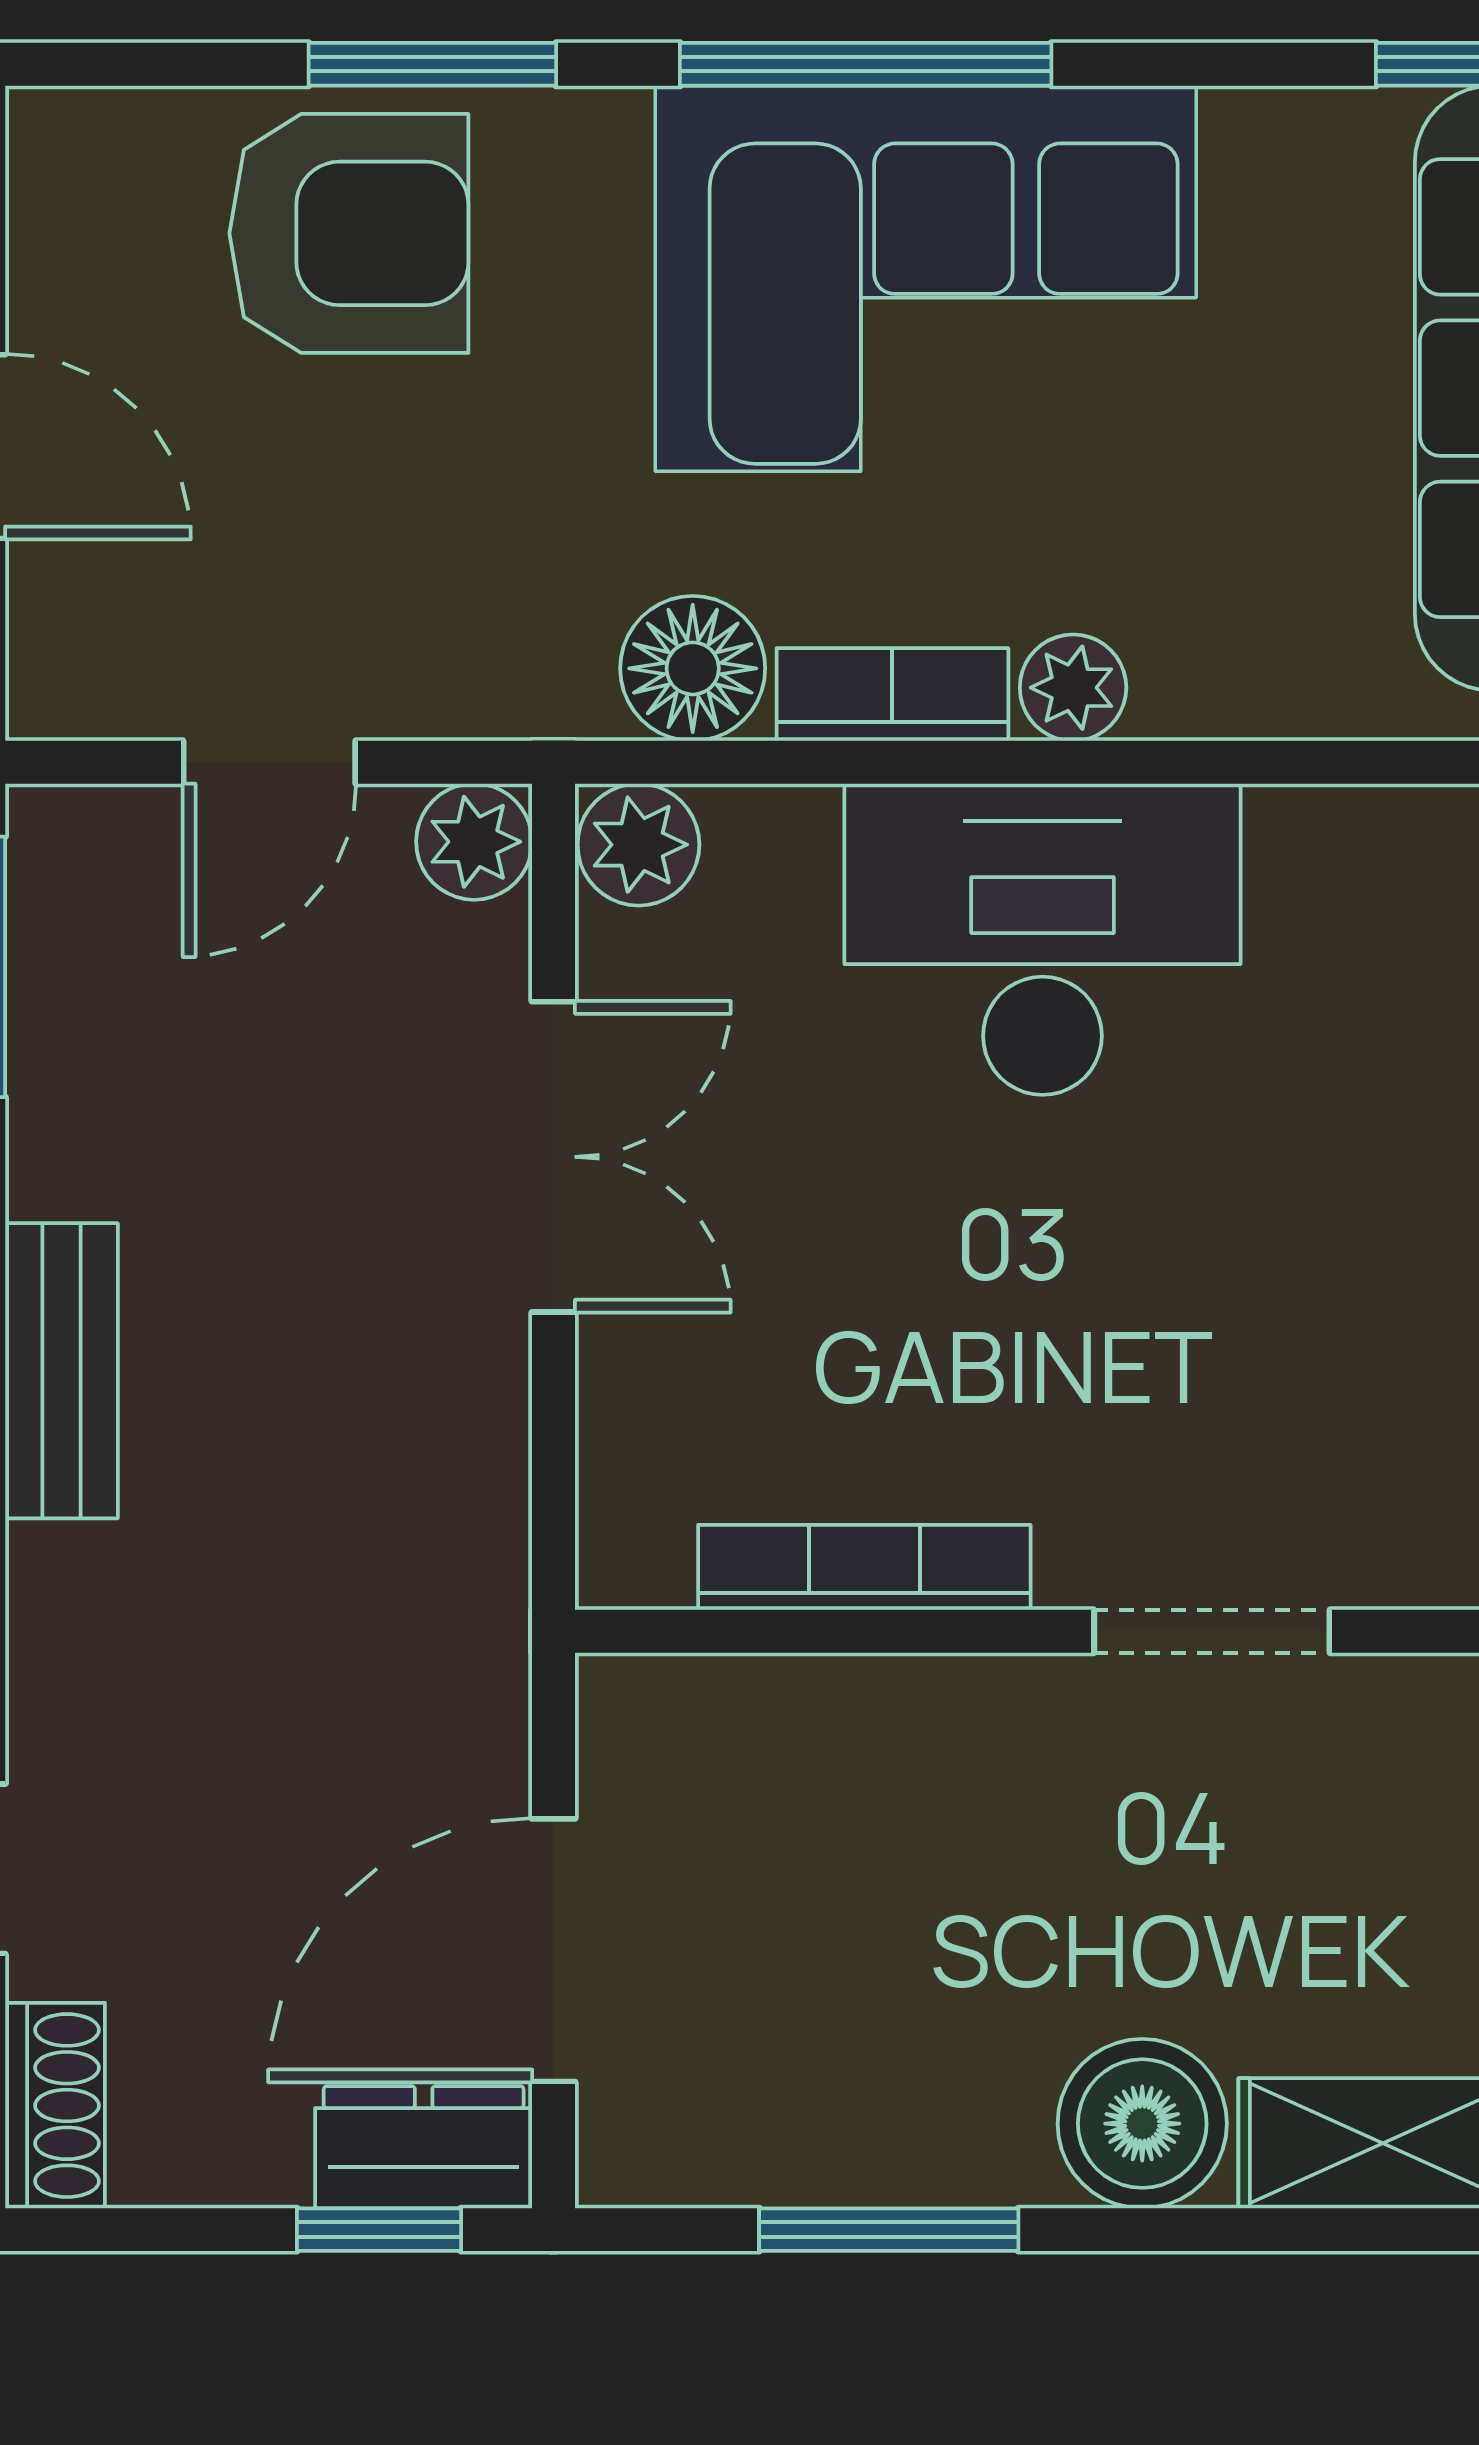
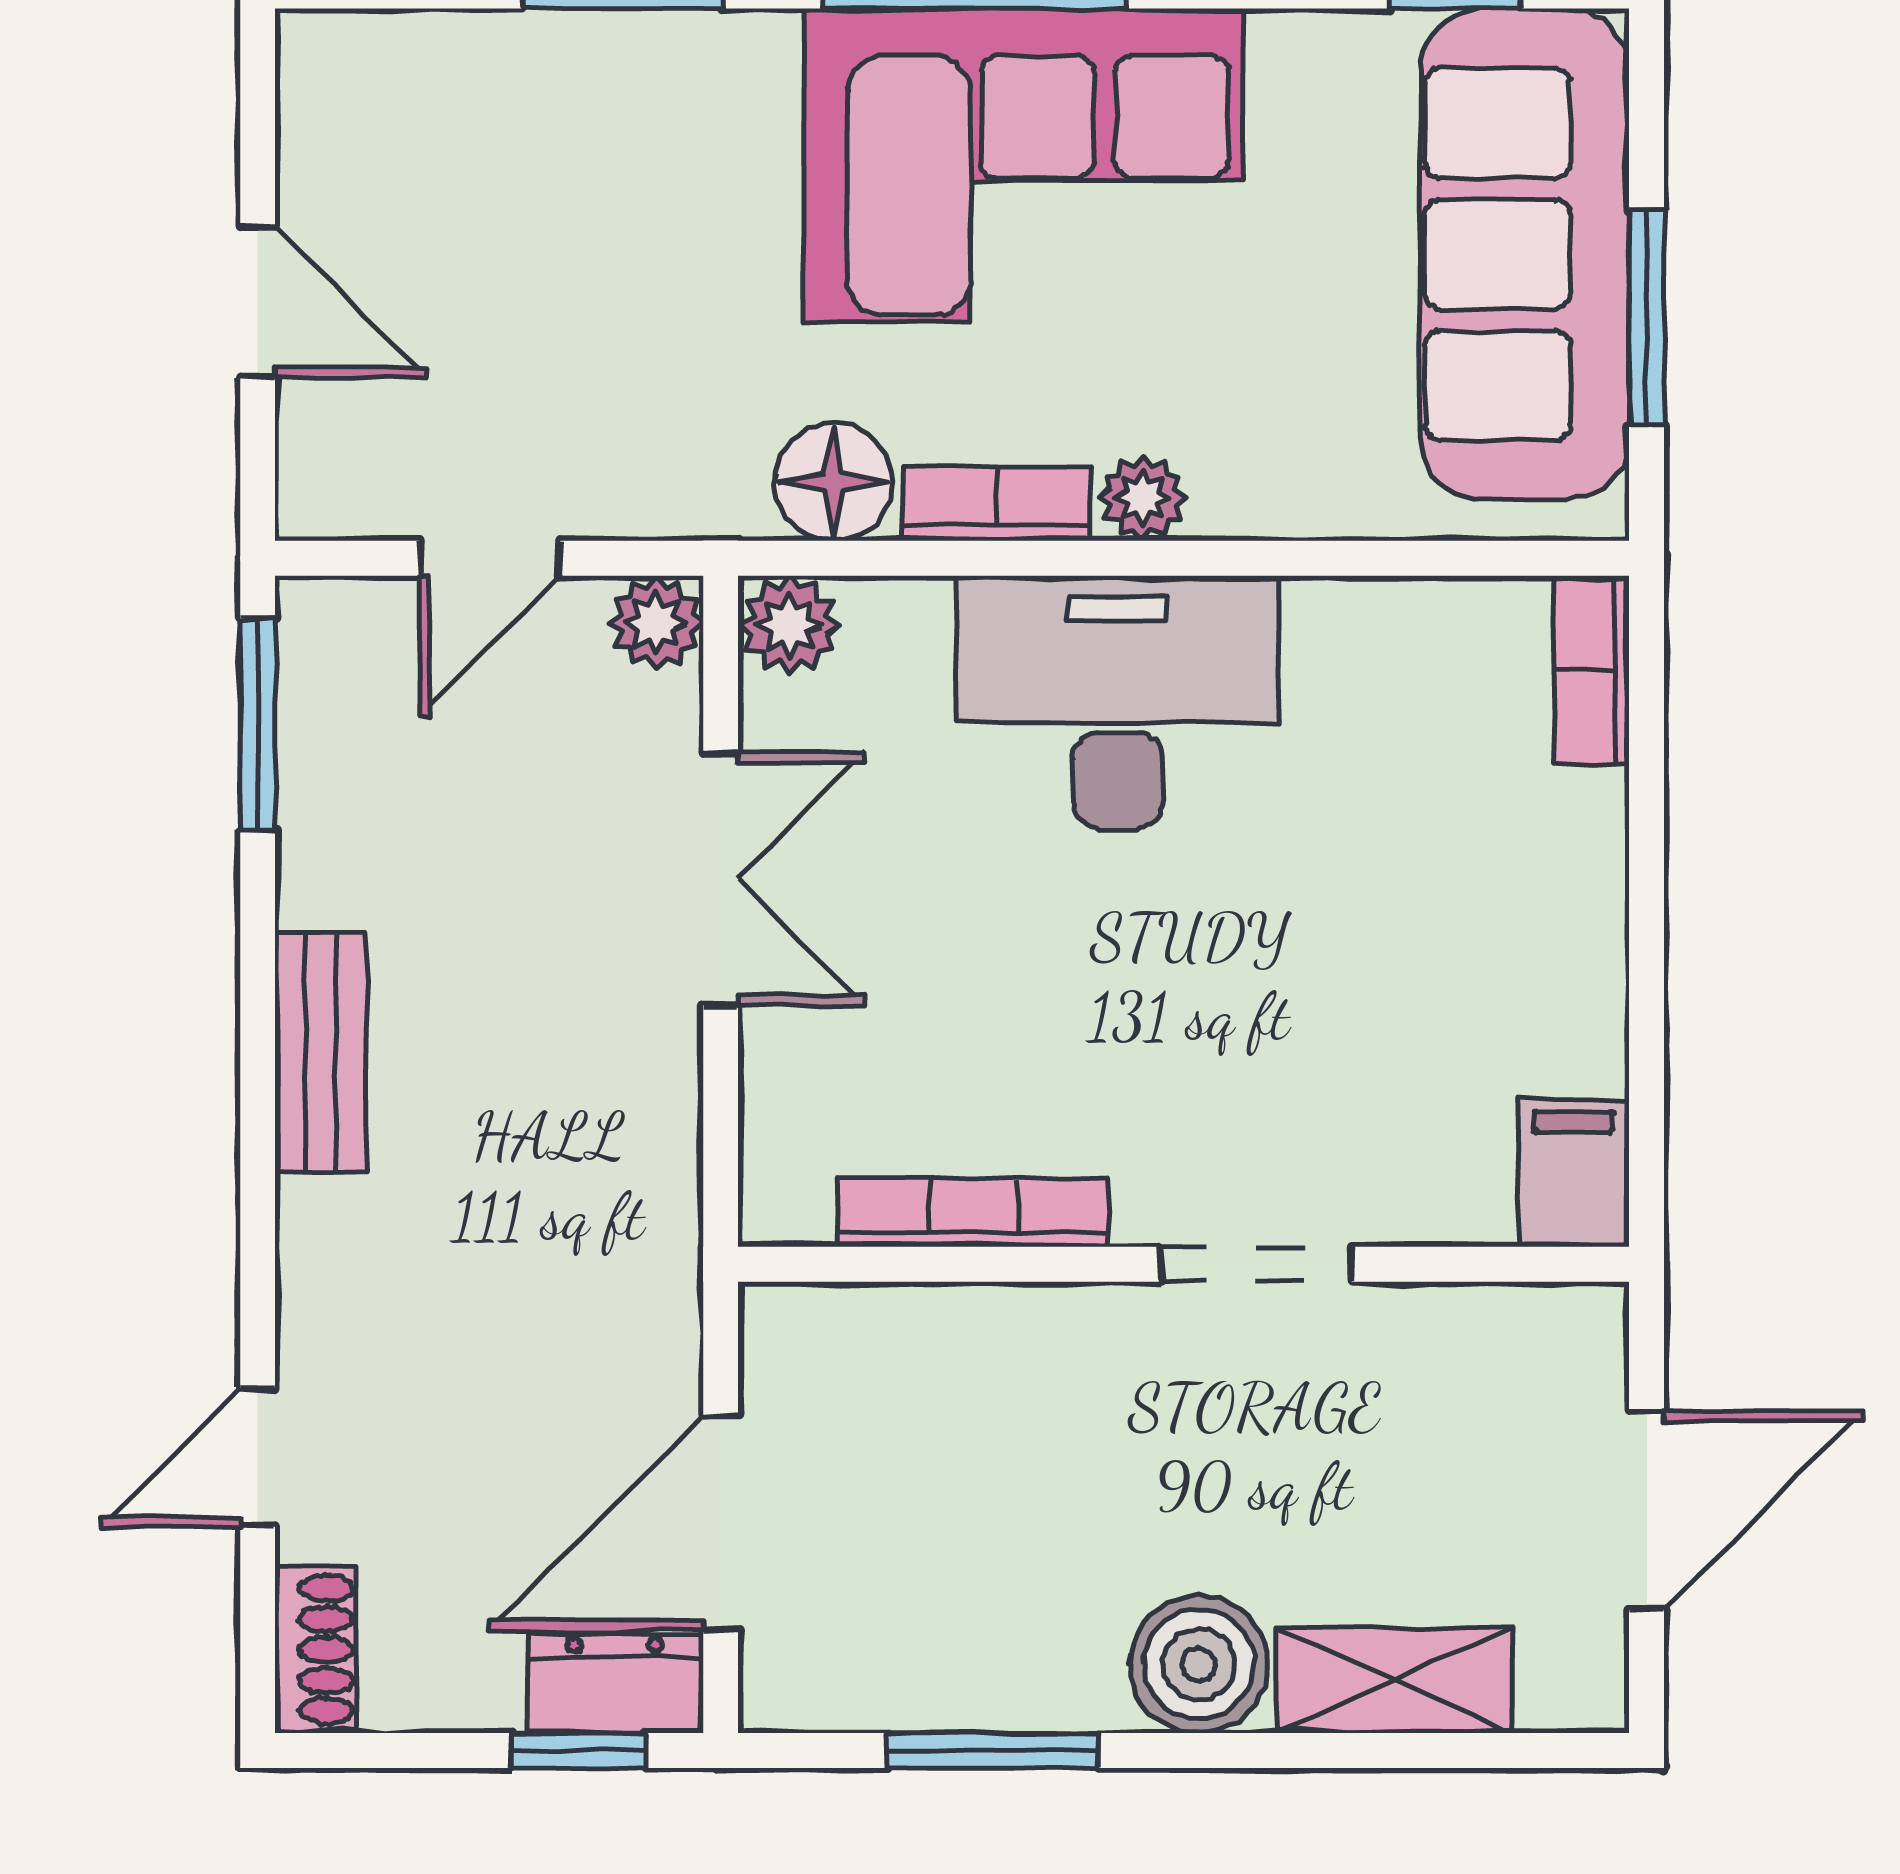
armchair: (349, 233) -> (554, 129), removed

